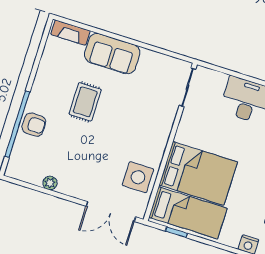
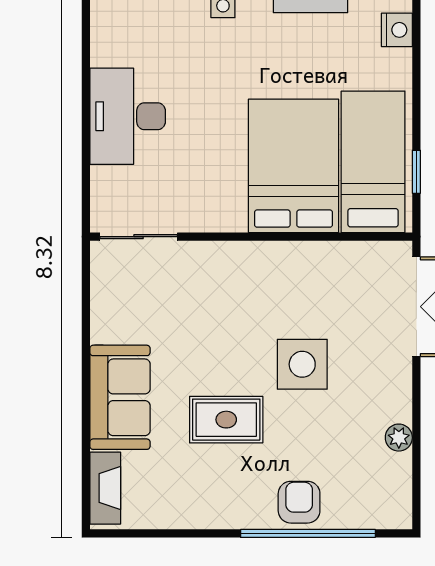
side table: (138, 177) -> (302, 364), moved

